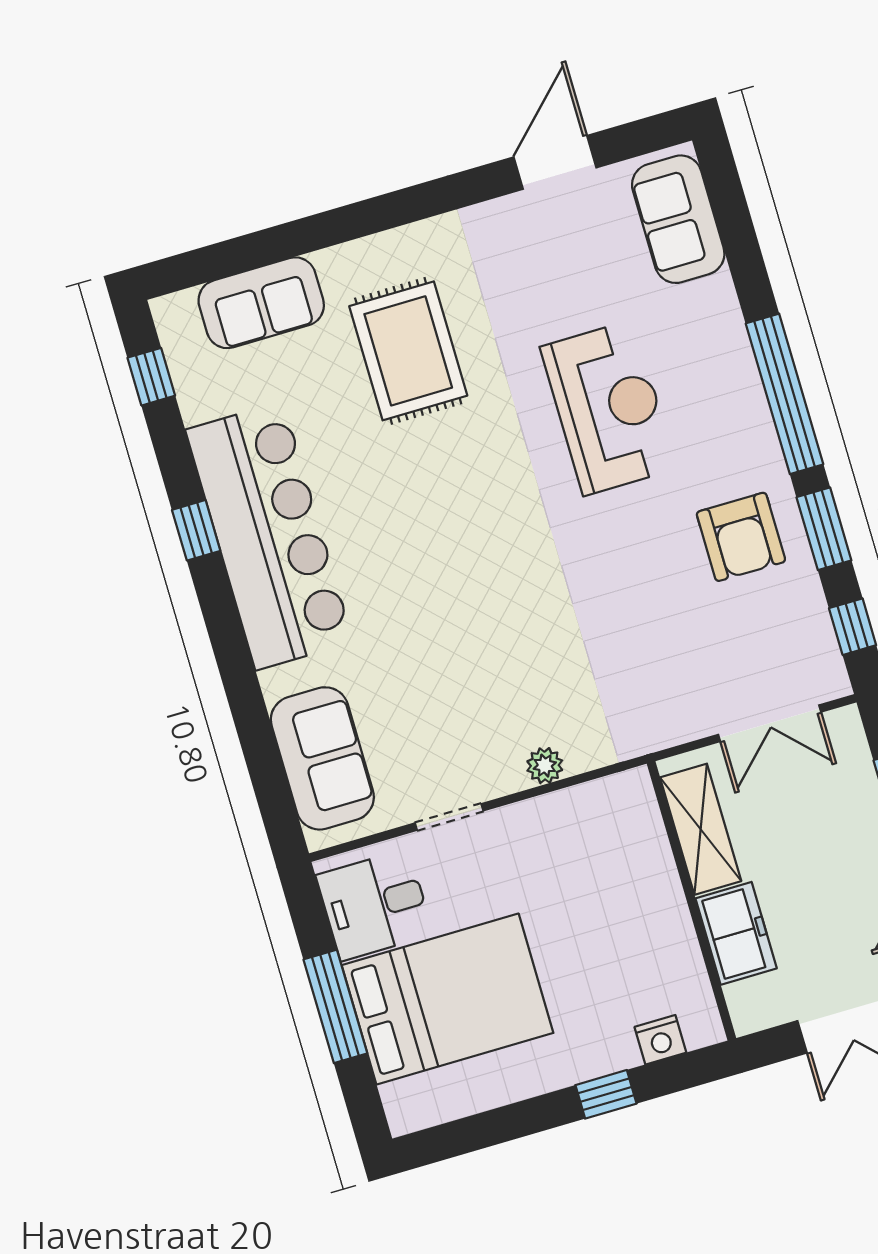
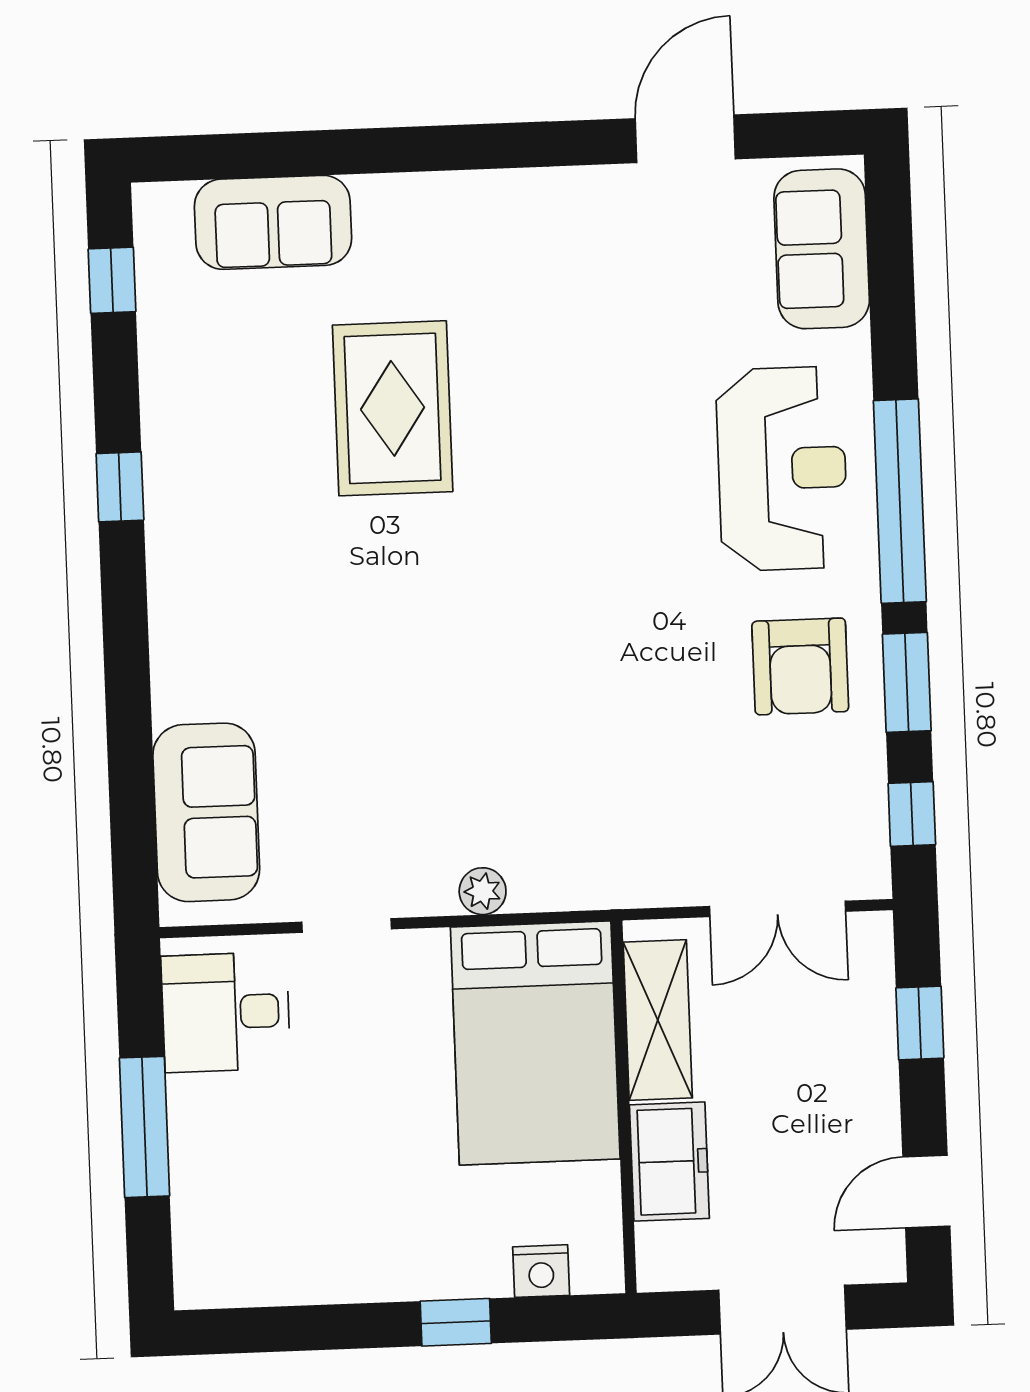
rug: (408, 351) -> (393, 408), moved
reception desk: (608, 408) -> (782, 469), moved
bar counter: (269, 536) -> (210, 517), removed
bed: (448, 999) -> (535, 1043), moved, turned 90

